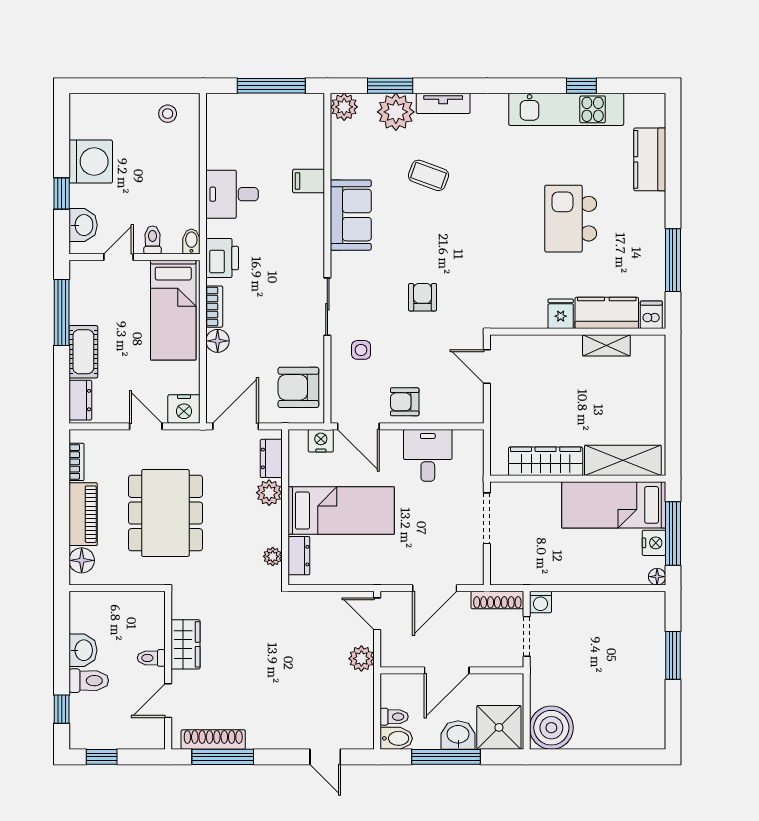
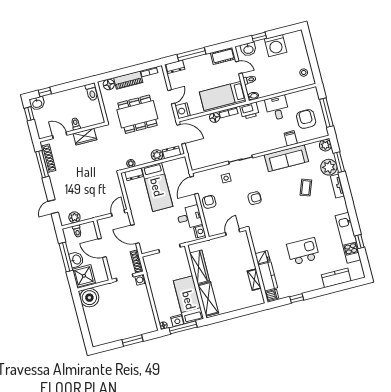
sofa: (351, 215) -> (286, 158), width x1.36
window: (673, 260) -> (297, 298), width x0.46
window: (62, 313) -> (191, 54), moved
cot: (83, 352) -> (223, 56), moved
armchair: (298, 387) -> (306, 119), moved
nightstand: (321, 441) -> (200, 232), moved
washbasin: (83, 650) -> (37, 103), moved
plant: (361, 659) -> (74, 217), moved
toilet: (89, 681) -> (92, 92), moved
bidet: (396, 738) -> (68, 234), removed

